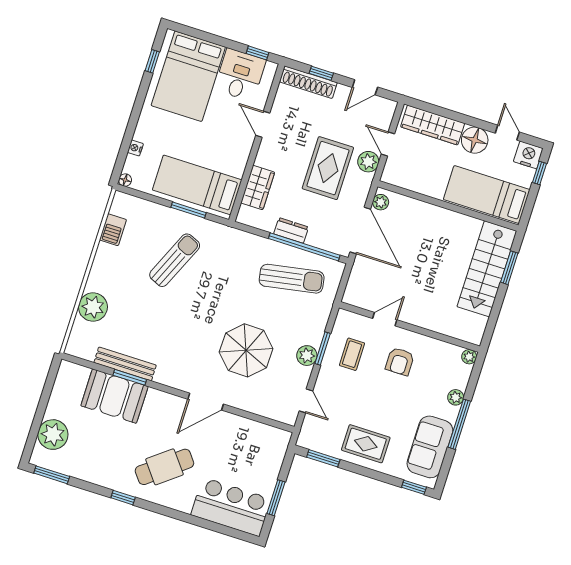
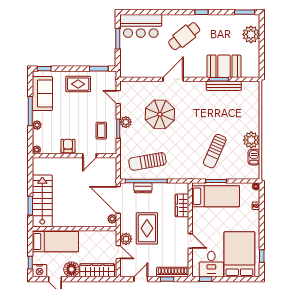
dresser: (291, 230) -> (143, 188), moved
plant: (93, 307) -> (251, 140), moved
armchair: (400, 361) -> (68, 146), moved

